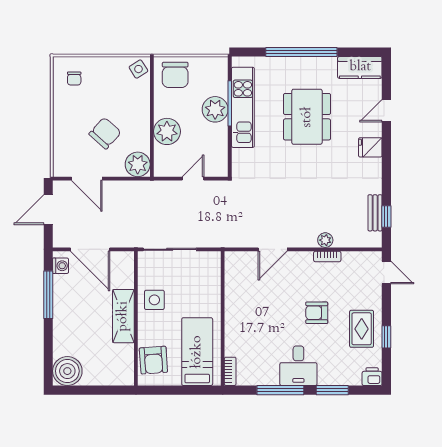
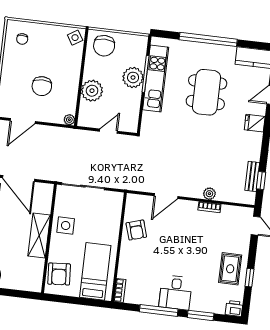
chair: (105, 133) -> (42, 86), turned 138
plant: (138, 164) -> (69, 120), width x0.53, depth x0.53
door: (87, 179) -> (23, 121), hinge flipped
armchair: (317, 313) -> (136, 230), moved, turned -107

